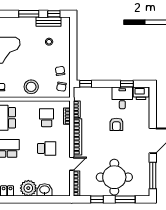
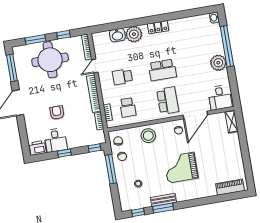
bench: (49, 22) -> (163, 200), moved
window: (73, 60) -> (111, 169), added
window: (127, 84) -> (64, 153), moved

